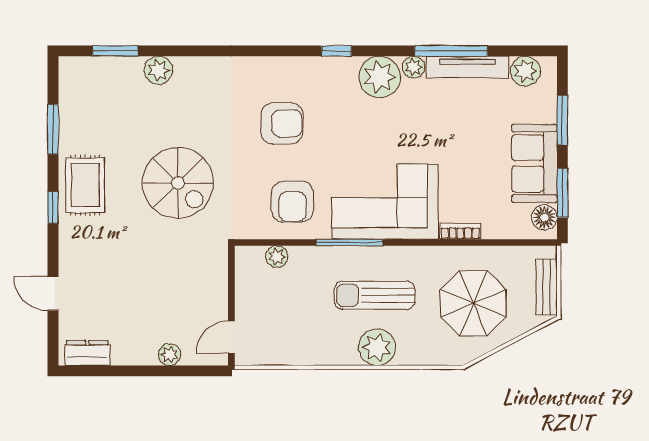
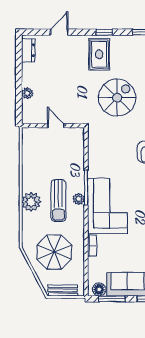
spiral stairs: (178, 183) -> (117, 98), turned 180
rug: (85, 185) -> (99, 54), moved, turned 90
armchair: (293, 202) -> (107, 158), removed
plant: (277, 257) -> (79, 199), moved
sun lounger: (375, 295) -> (58, 201), turned 180
door: (231, 337) -> (56, 126), moved

